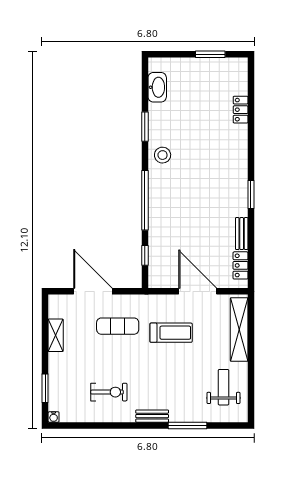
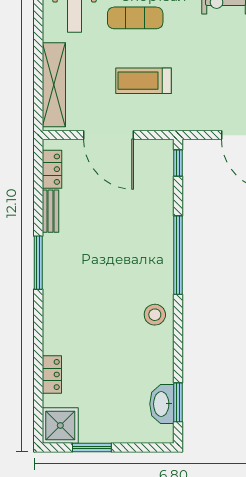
shower: (234, 71) -> (60, 425), added
window: (145, 127) -> (178, 402), moved
window: (251, 194) -> (38, 263), width x1.44
window: (145, 255) -> (178, 163), moved
exercise mat: (118, 326) -> (135, 18), moved

